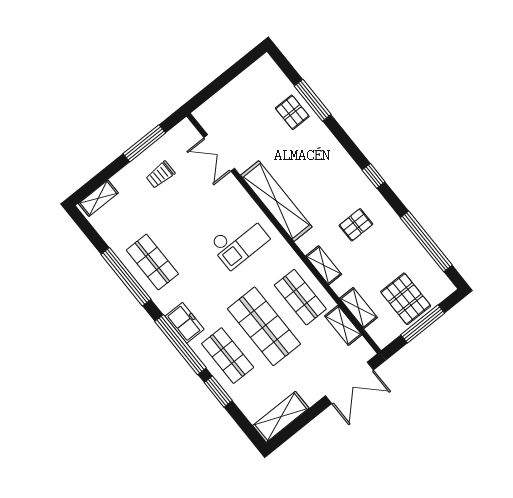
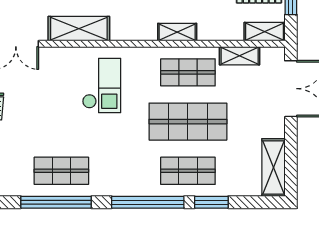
shelving: (276, 201) -> (79, 29), width x0.68
shelving: (359, 308) -> (265, 32), moved
freezer: (185, 323) -> (133, 185), removed

